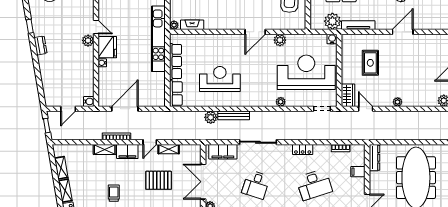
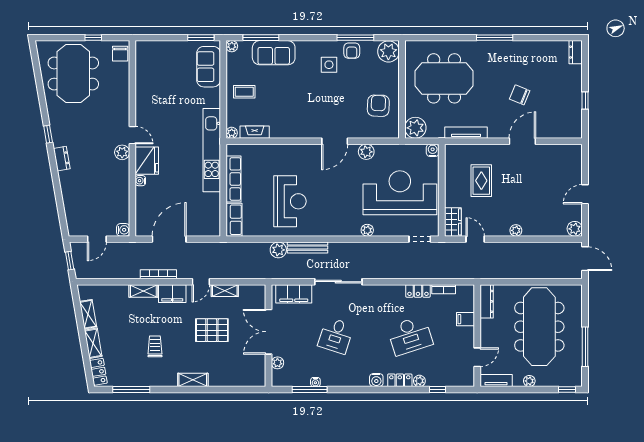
plant: (332, 21) -> (415, 128), moved
reception desk: (220, 79) -> (290, 201), turned 90
locker: (303, 150) -> (418, 291), moved

